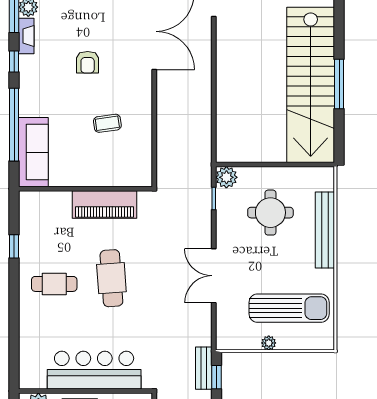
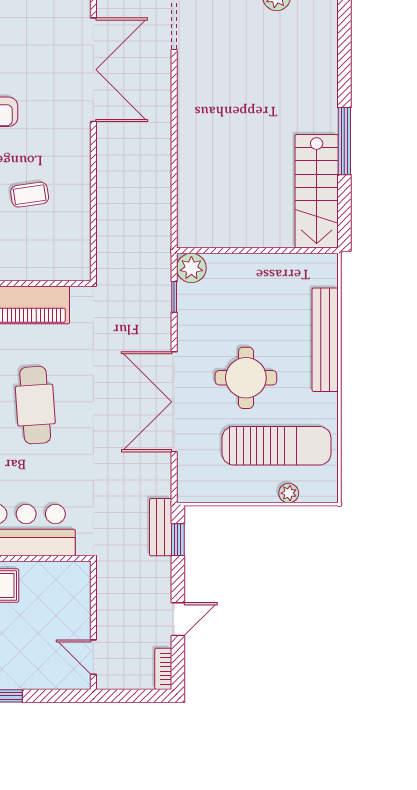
stairs: (311, 85) -> (317, 191), width x0.54, depth x0.66
round table: (270, 213) -> (246, 378), moved
double door: (214, 276) -> (174, 402), width x1.36
plant: (269, 343) -> (289, 493), moved

